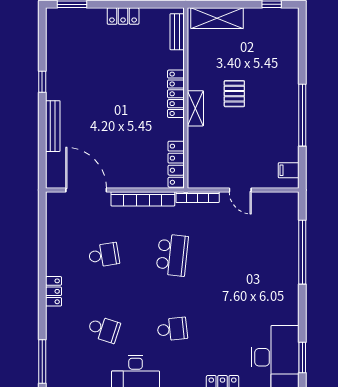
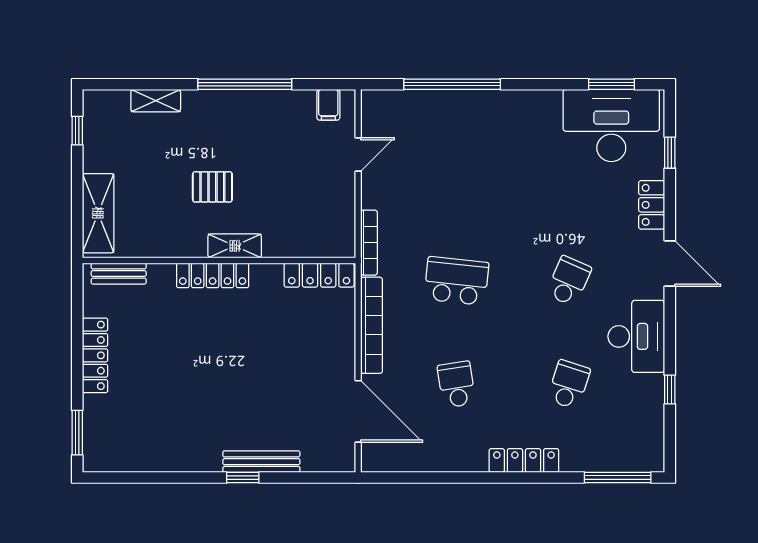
locker: (123, 16) -> (95, 355), width x1.53
shelving: (291, 56) -> (156, 101), added
window: (42, 82) -> (243, 478), moved
door: (86, 190) -> (358, 411), swing flipped
door: (240, 190) -> (358, 155), moved
locker: (54, 291) -> (524, 460), width x1.53
school desk: (172, 329) -> (569, 281), turned 30

